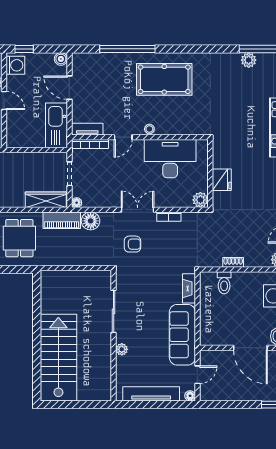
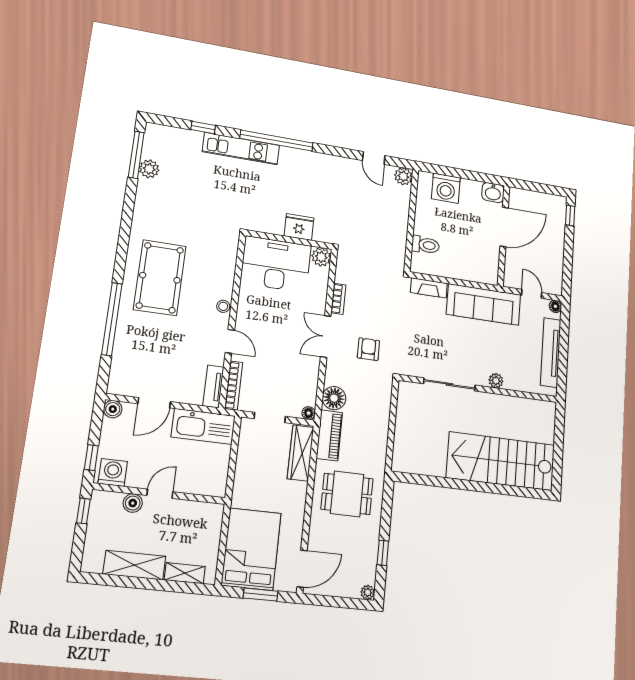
desk: (170, 159) -> (276, 264), moved, turned 90
shoe rack: (233, 262) -> (402, 230), removed

